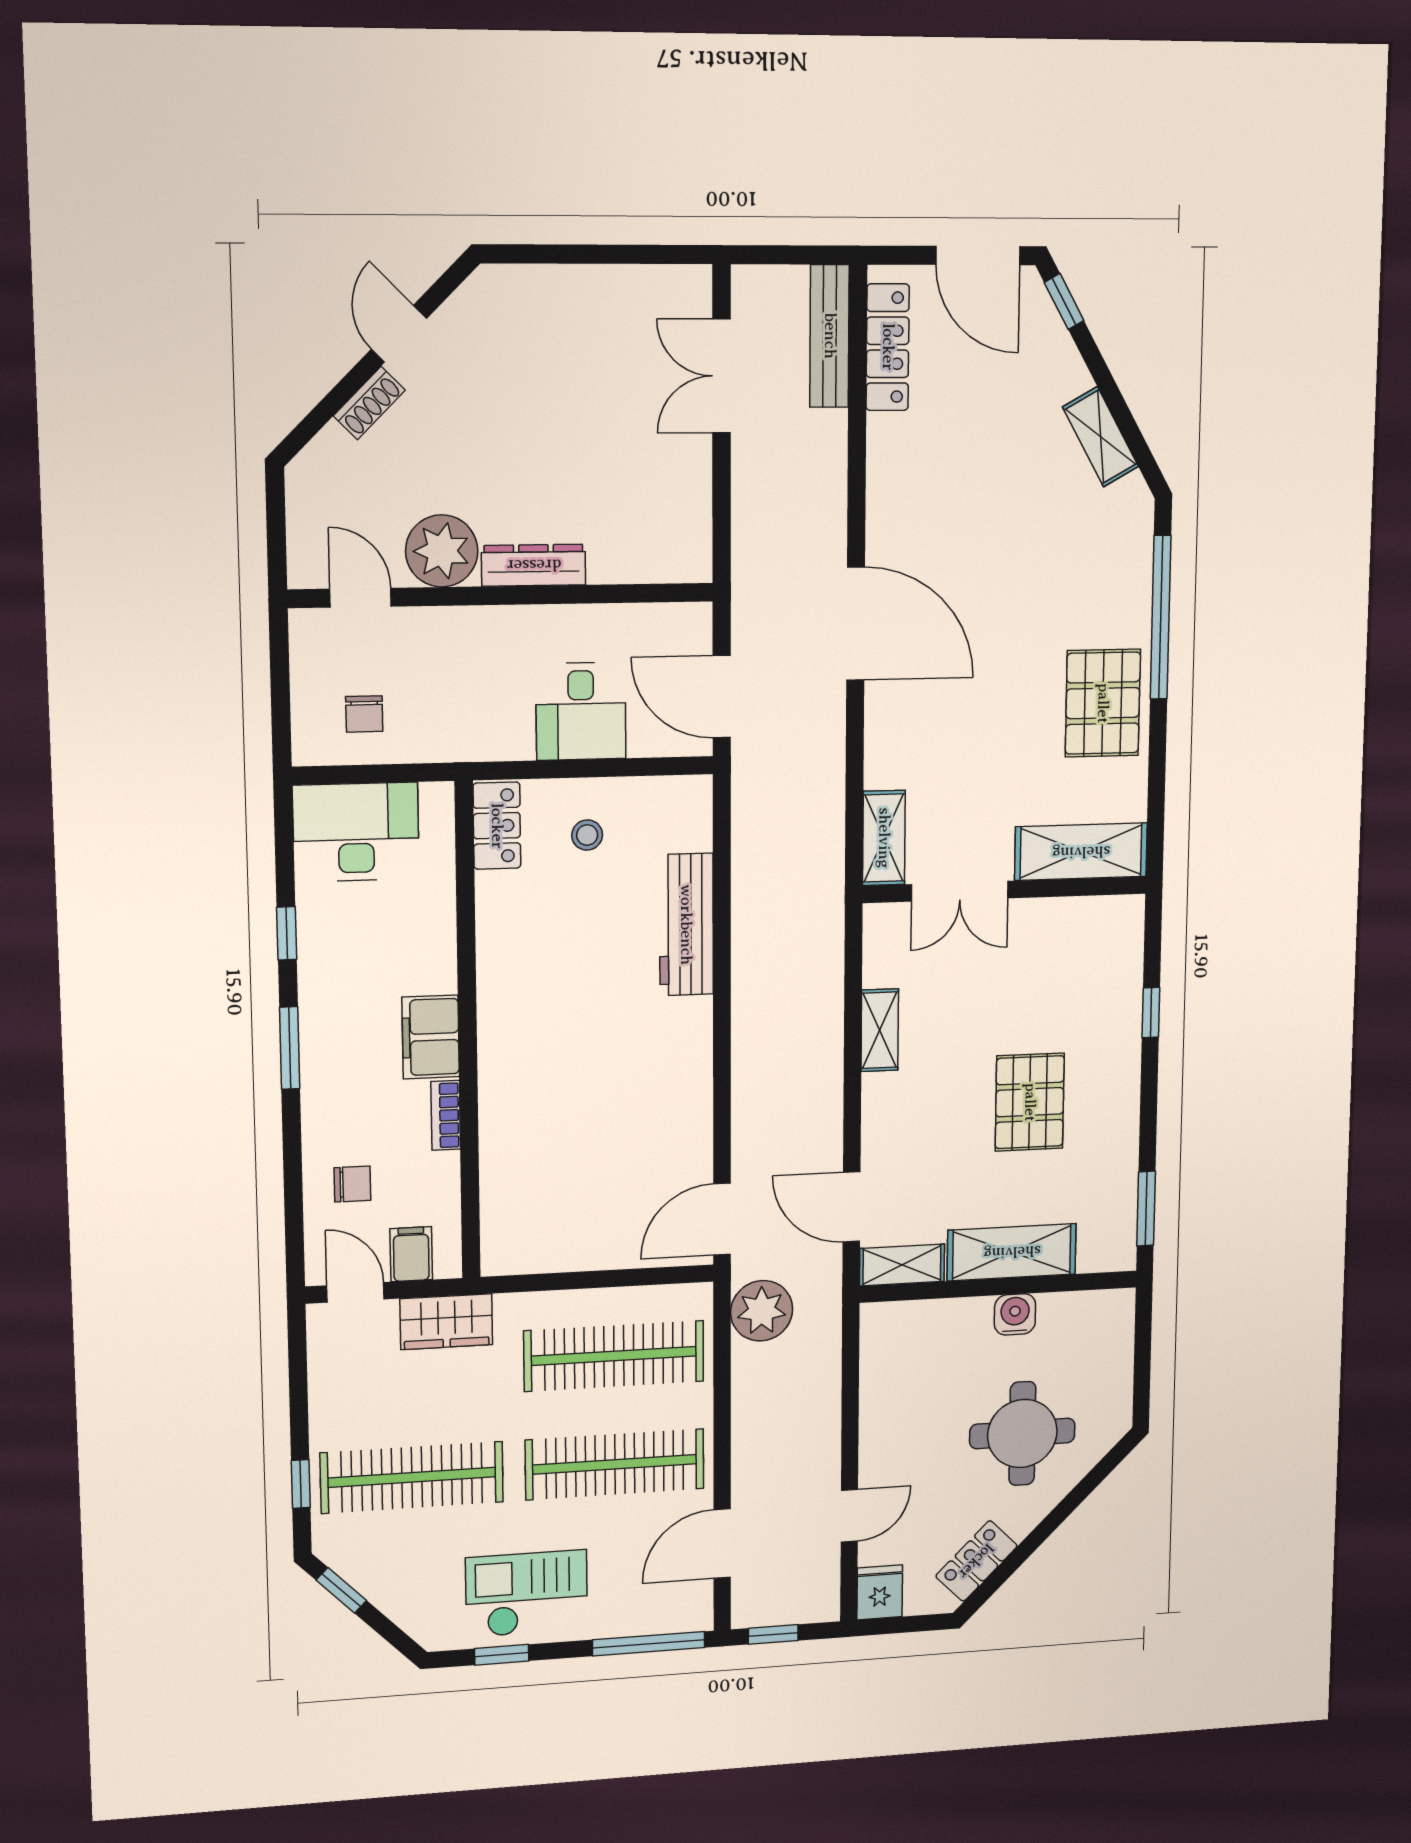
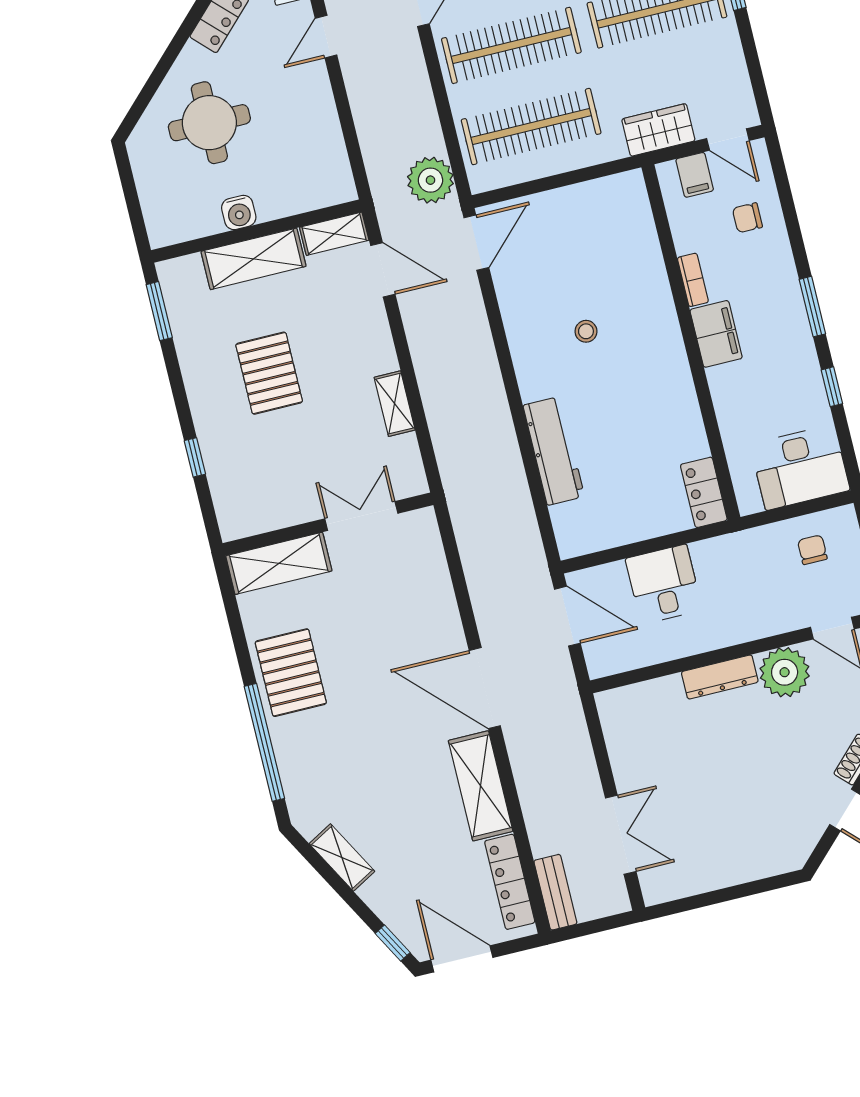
bench: (830, 336) -> (555, 892), width x0.73
stool: (587, 835) -> (586, 331), moved
shelving: (884, 838) -> (481, 786), moved, width x1.50, depth x1.33

